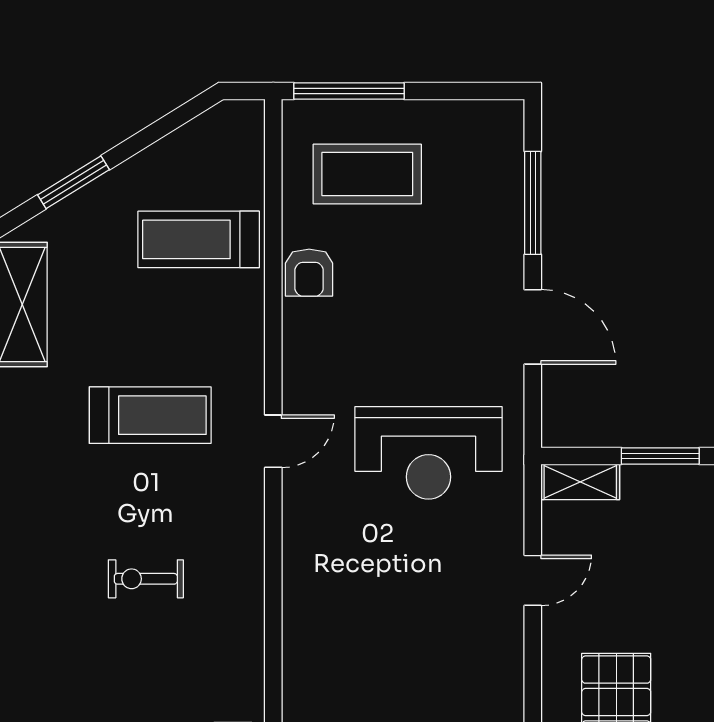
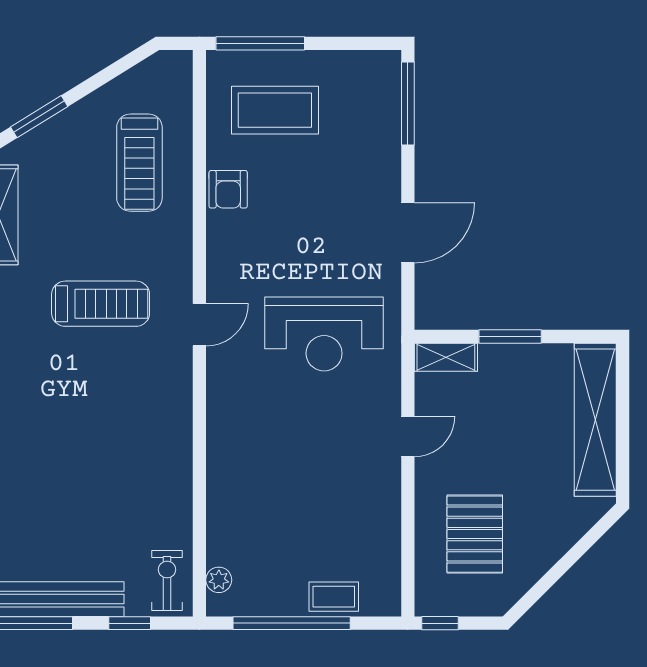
window: (533, 203) -> (408, 103), moved
treadmill: (199, 239) -> (139, 163), turned -90
door: (533, 327) -> (408, 233), hinge flipped
exercise bike: (146, 579) -> (97, 435), removed

